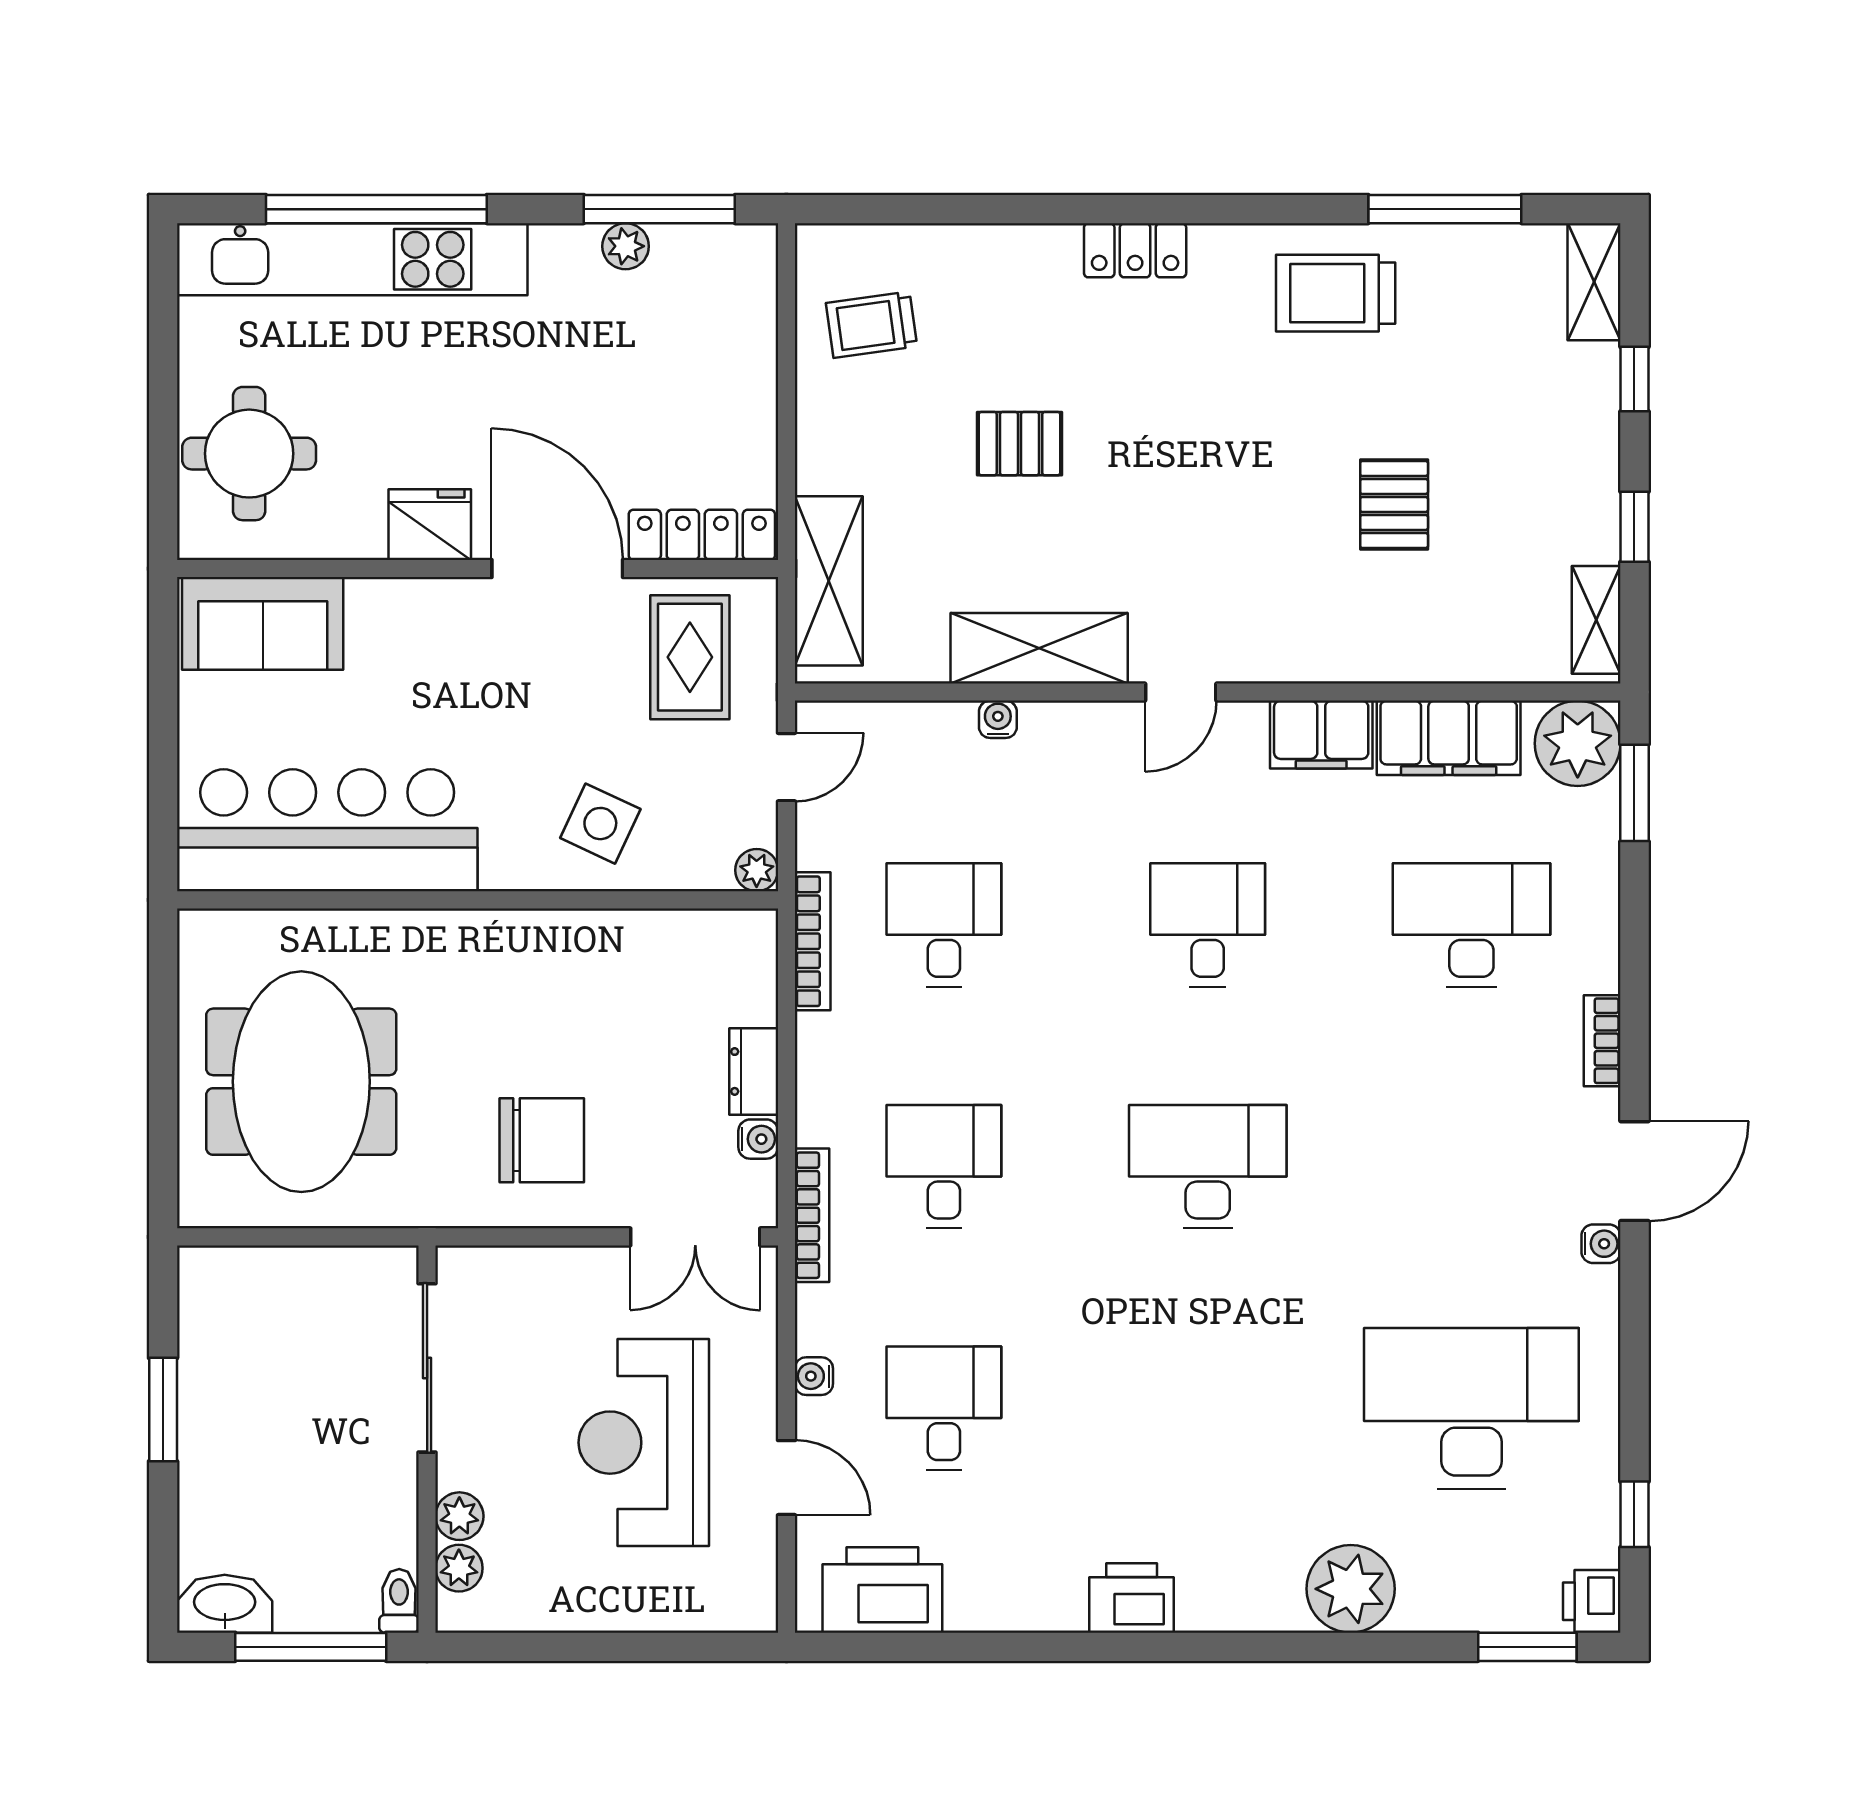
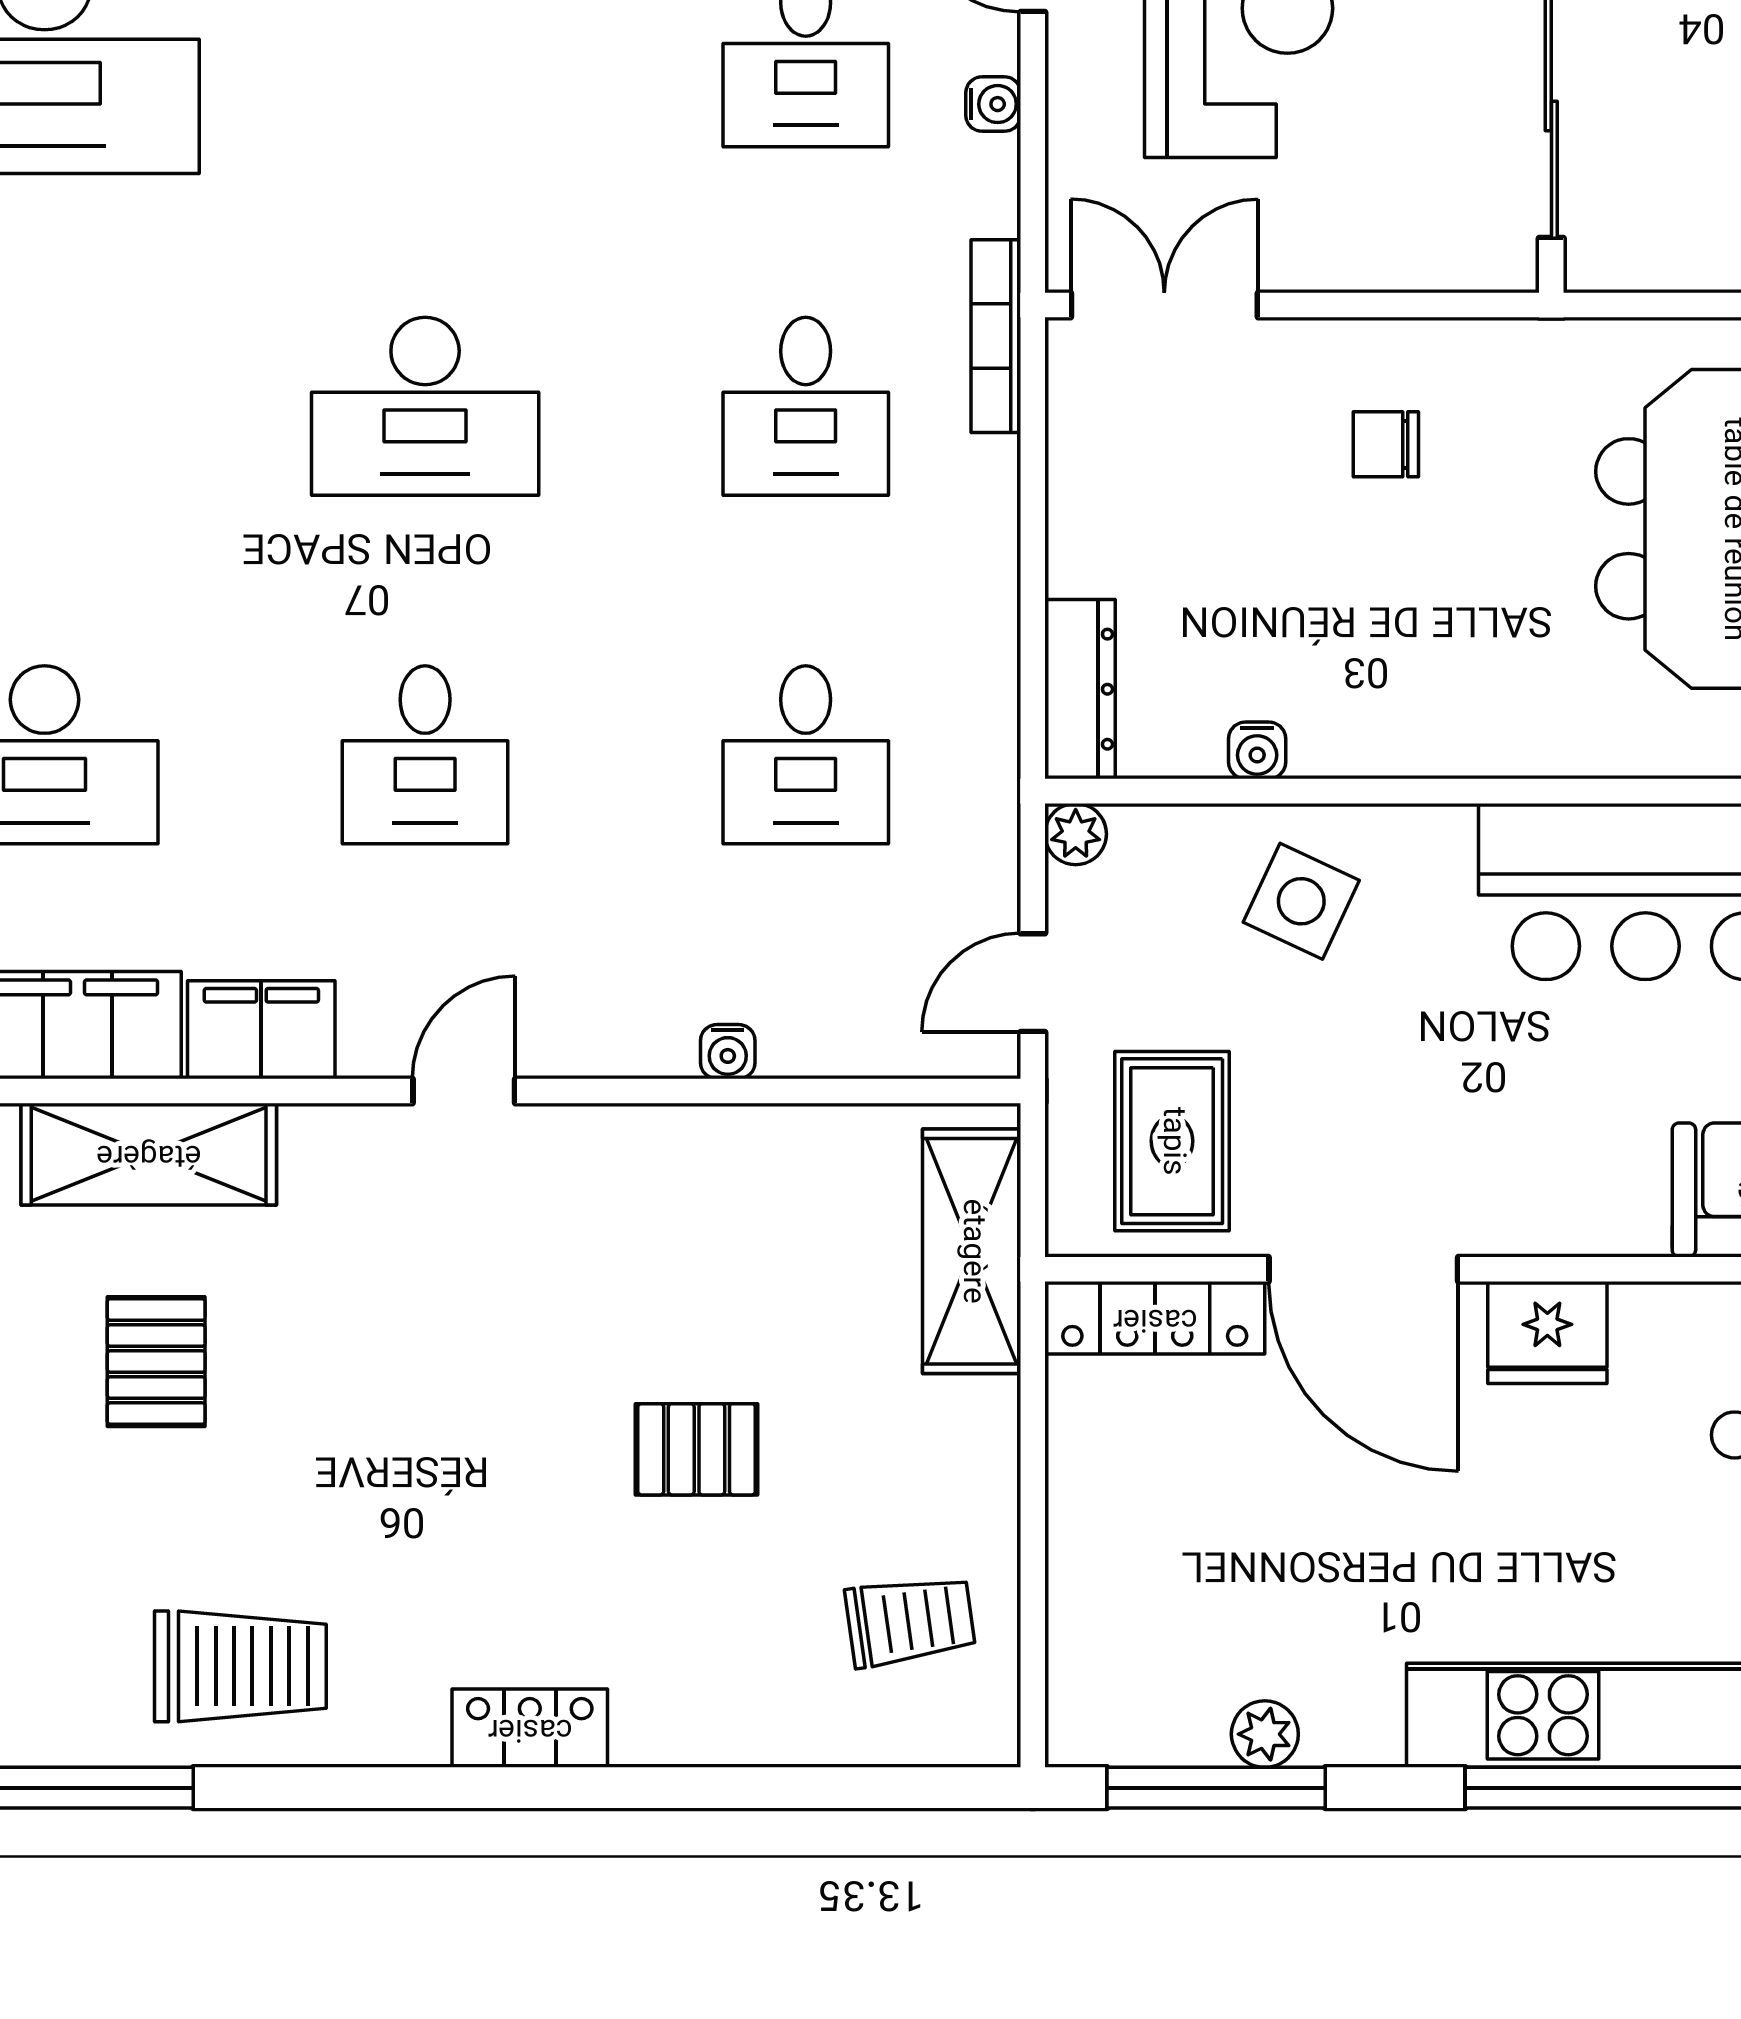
shelving: (1039, 648) -> (149, 1154), moved
bookcase: (813, 941) -> (995, 731), removed
dresser: (754, 1071) -> (1080, 689), moved, width x1.44
water cooler: (758, 1139) -> (1257, 750), moved, turned -90
chair: (542, 1140) -> (1386, 444), width x0.54, depth x0.54

